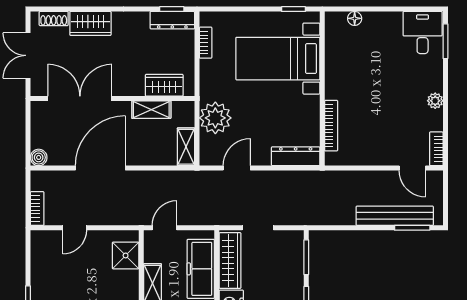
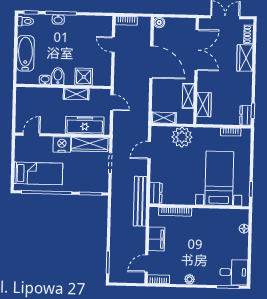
dresser: (172, 20) -> (246, 115), width x0.70
filing cabinet: (374, 153) -> (156, 239), added
dresser: (296, 156) -> (156, 193), width x0.70
door: (237, 168) -> (149, 150), swing flipped
bench: (395, 216) -> (140, 201), moved
shower: (126, 255) -> (84, 77), moved

